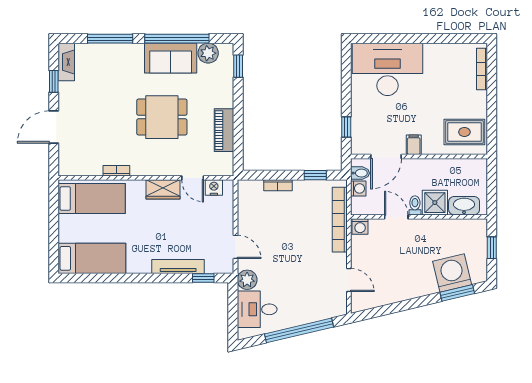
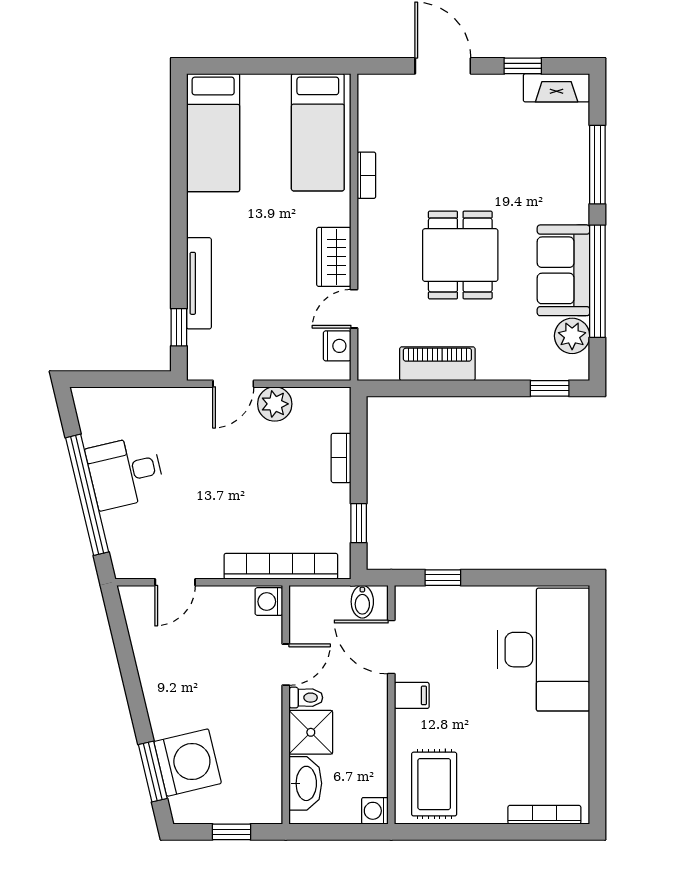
washing machine: (358, 188) -> (375, 811), moved, turned 90
plant: (247, 280) -> (275, 404), moved
desk: (257, 309) -> (125, 472), moved, turned -103

